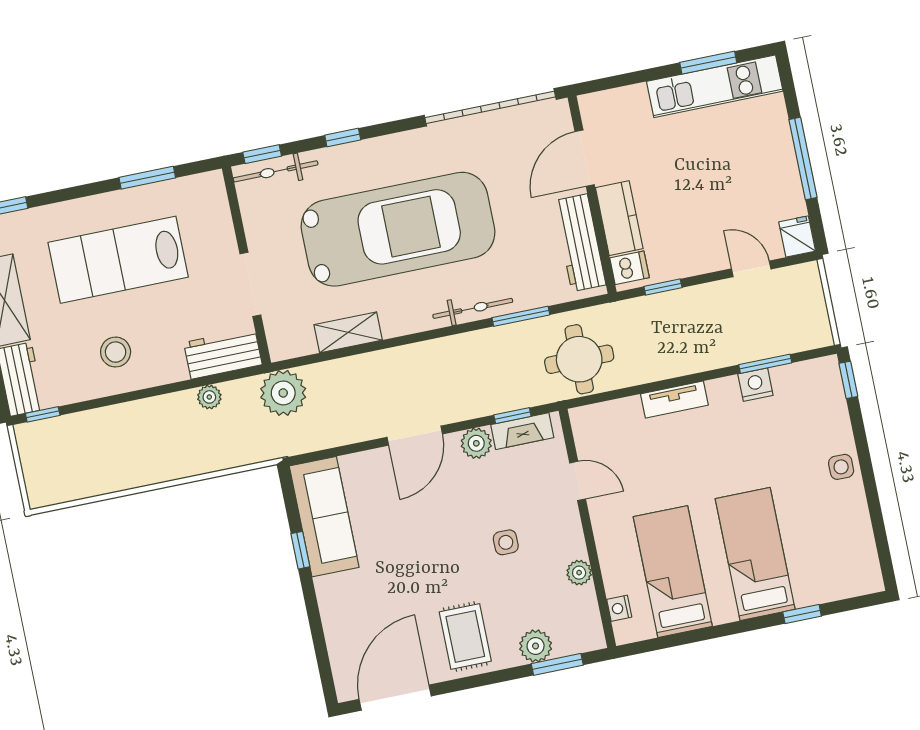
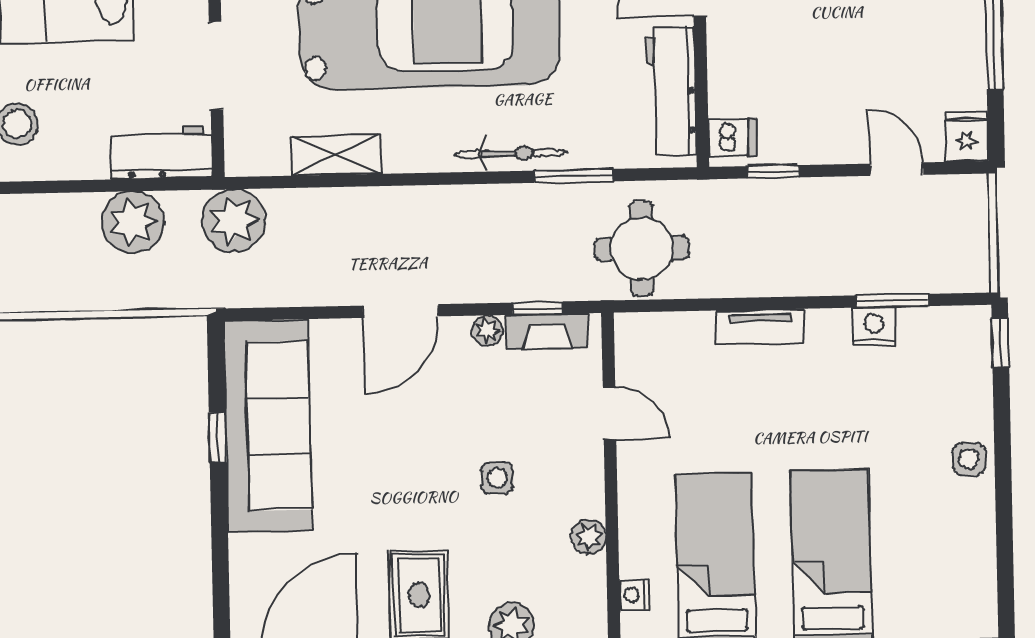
kitchen counter: (619, 218) -> (731, 68), removed
plant: (209, 397) -> (133, 222), width x1.88, depth x1.88
plant: (476, 443) -> (487, 331), width x0.73, depth x0.73
sofa: (324, 517) -> (268, 426), width x1.36, depth x1.27

